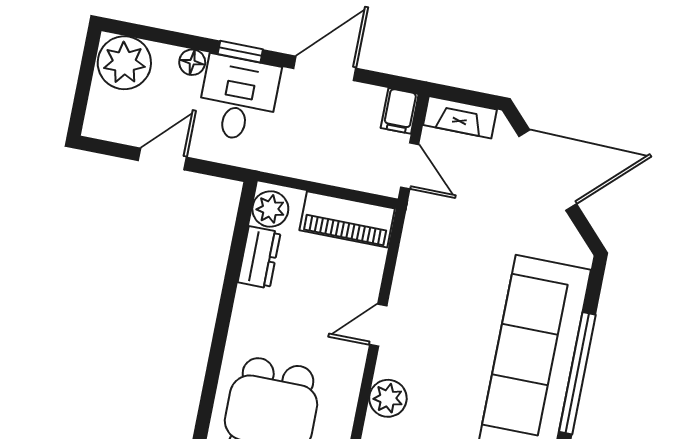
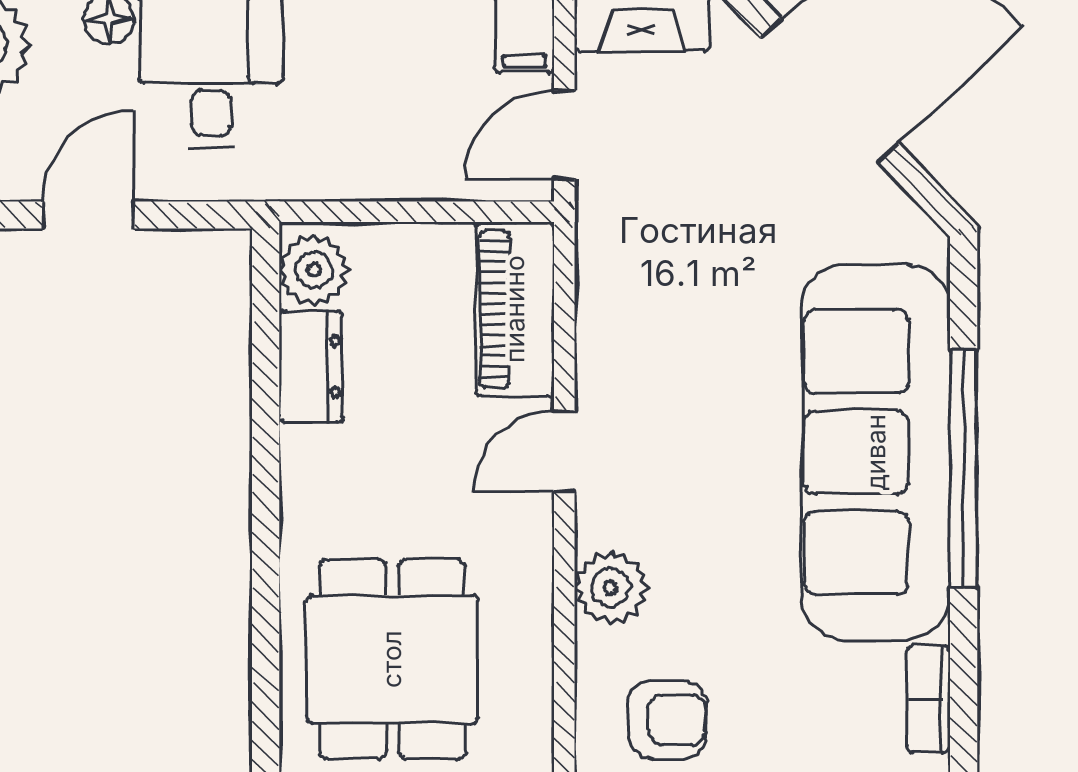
door: (410, 166) -> (564, 135), swing flipped
piano: (347, 219) -> (515, 309), moved, turned 90

